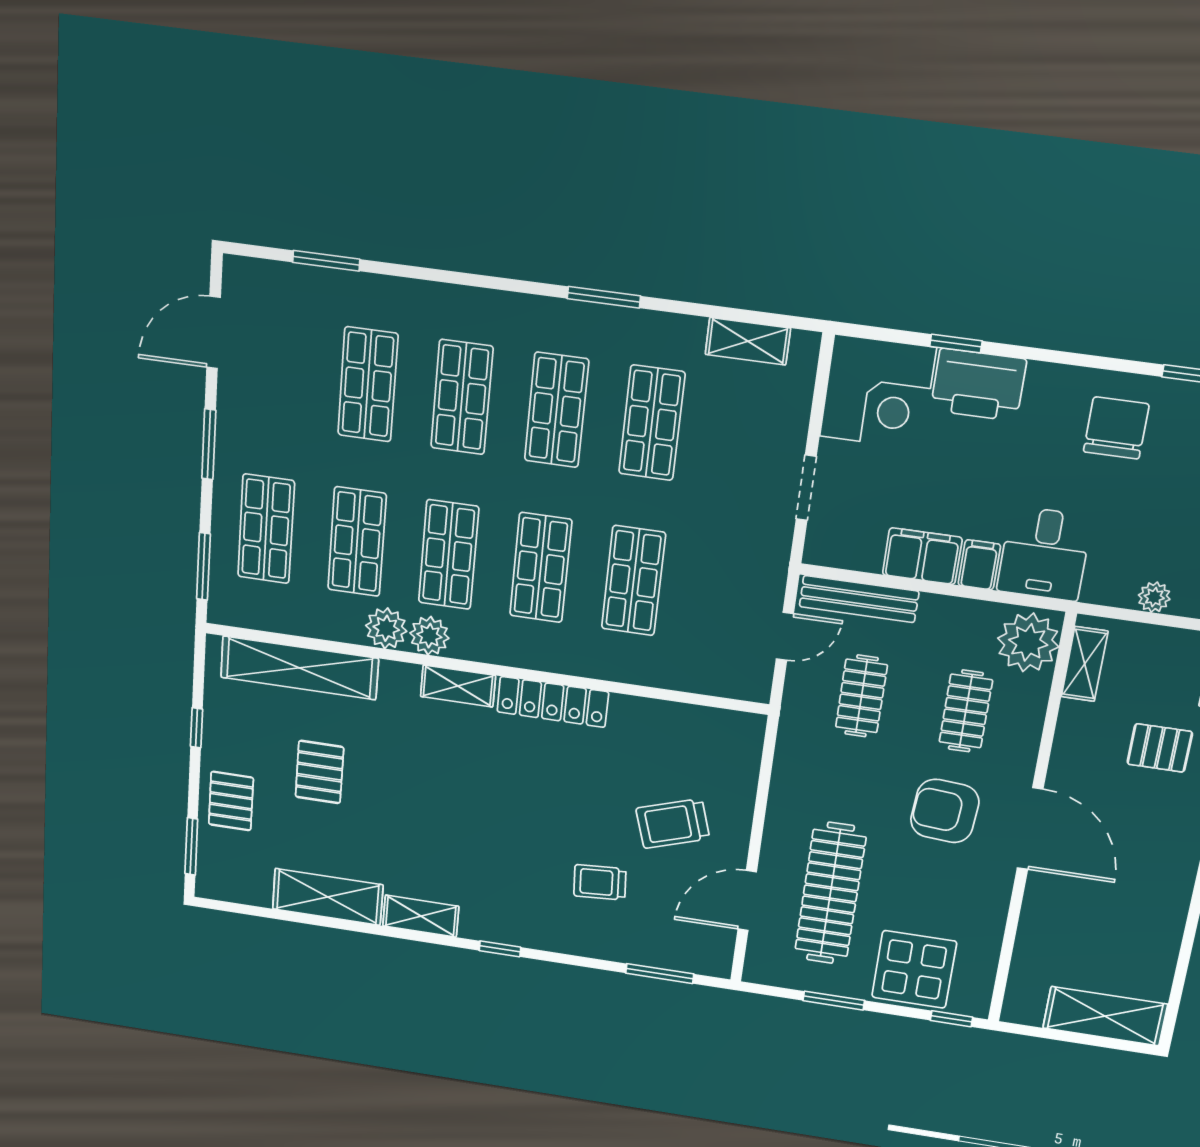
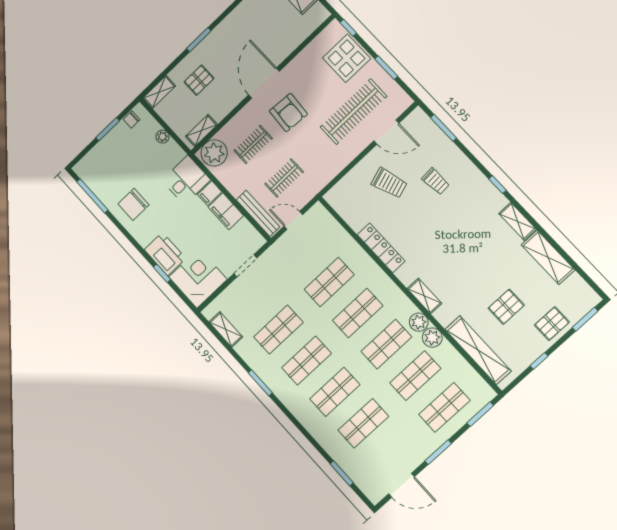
locker: (553, 702) -> (381, 248), moved
pallet: (1160, 748) -> (199, 80), turned 90

